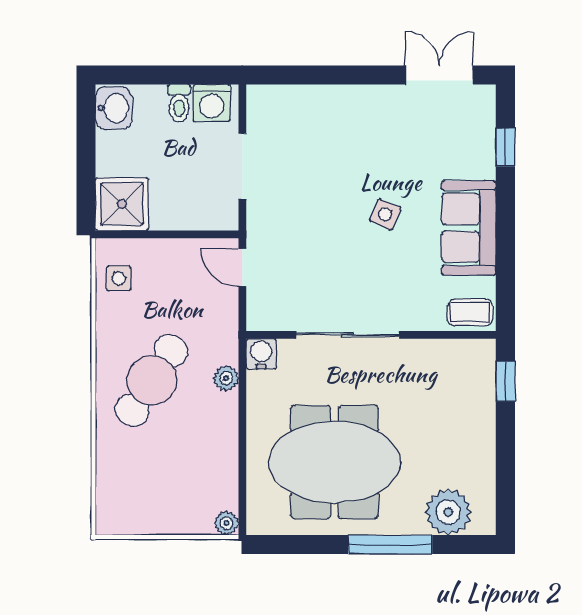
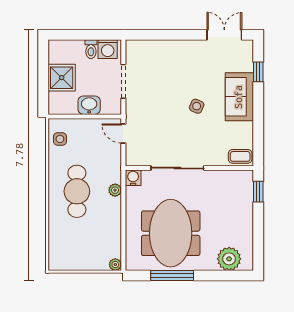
washbasin: (114, 108) -> (89, 105), moved, turned -90
shower: (122, 204) -> (62, 78), moved
sofa: (469, 228) -> (239, 97), moved
cafe table: (152, 380) -> (77, 191), turned -33
meeting table: (334, 462) -> (171, 233), turned 90
window: (390, 545) -> (172, 276), moved

